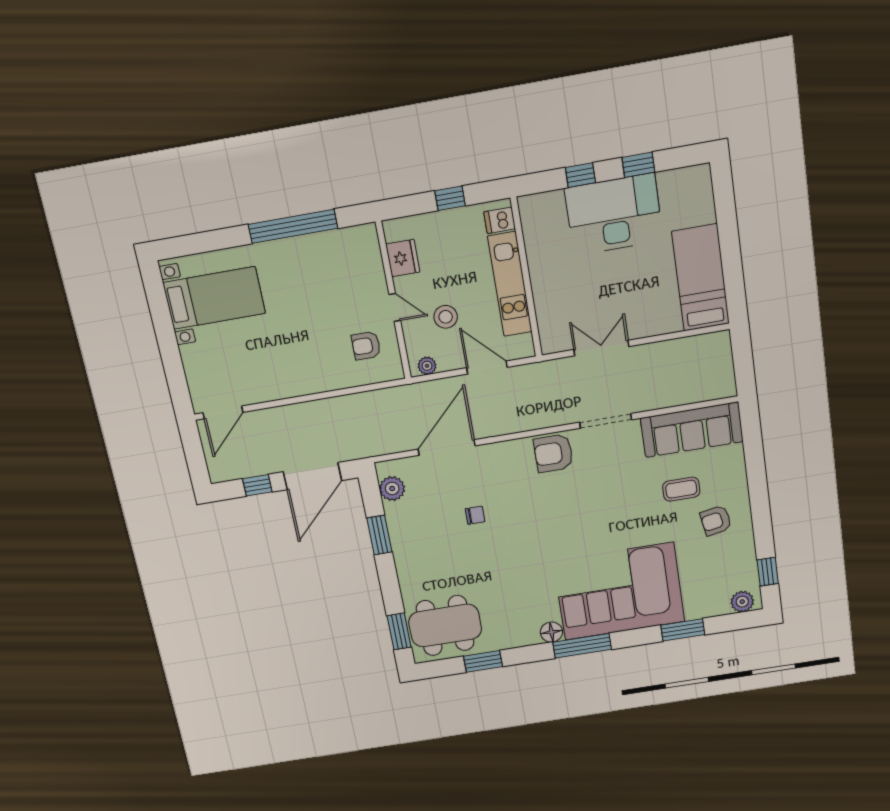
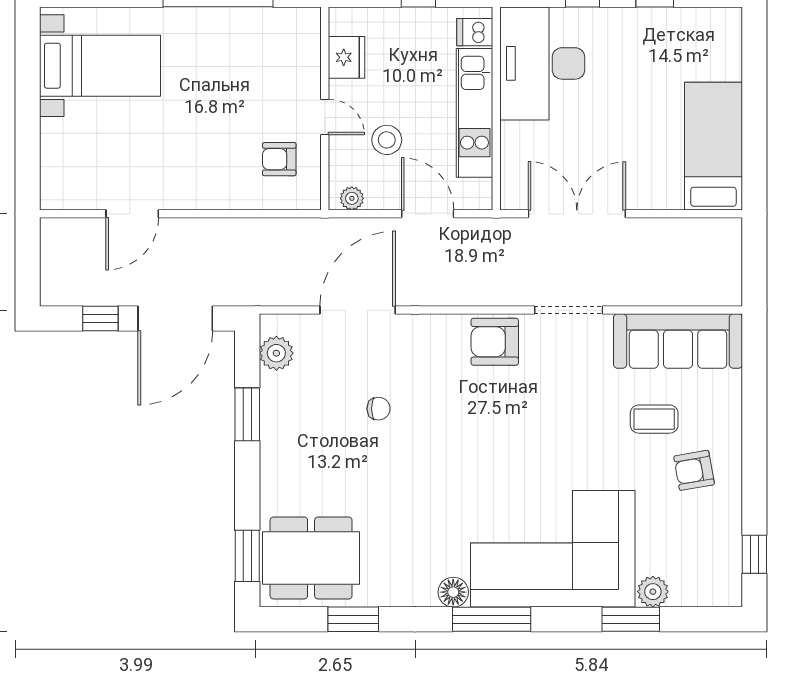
desk: (614, 214) -> (542, 63), moved, turned -90
double door: (601, 348) -> (577, 214), width x1.37
door: (223, 412) -> (132, 214), moved
plant: (742, 602) -> (653, 592), moved

